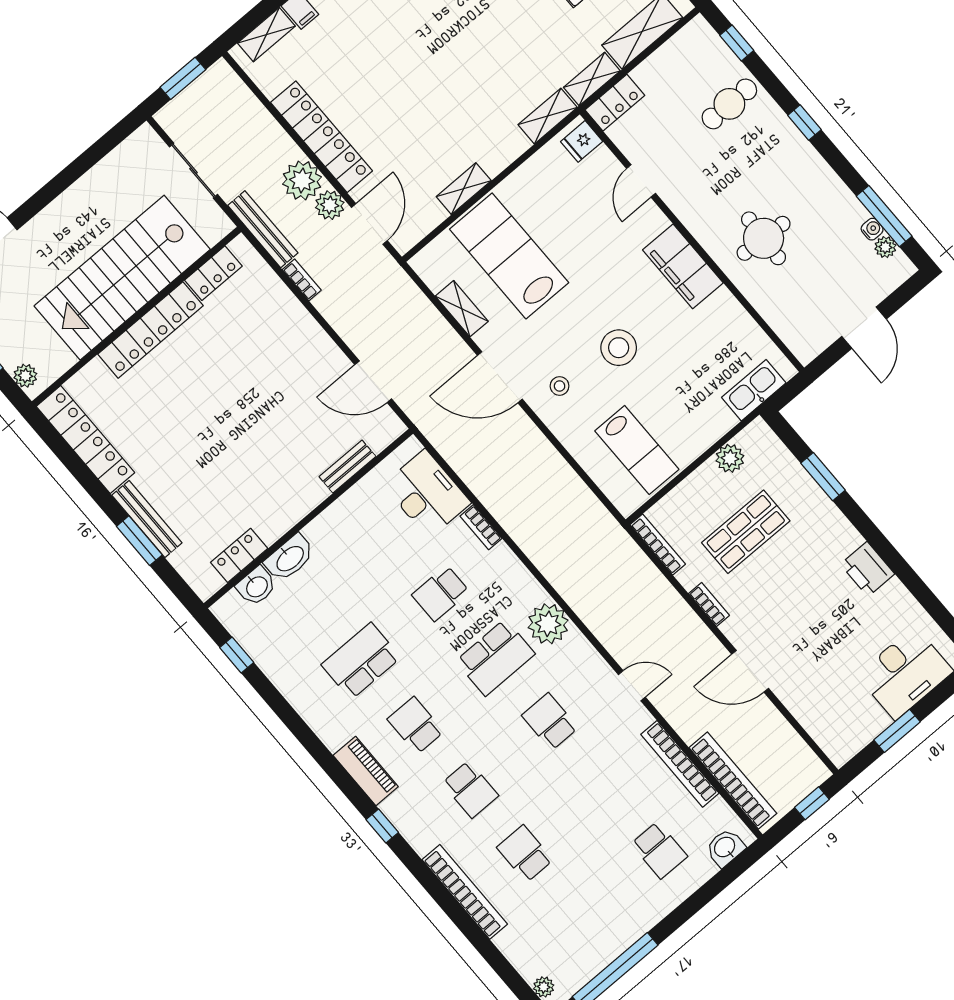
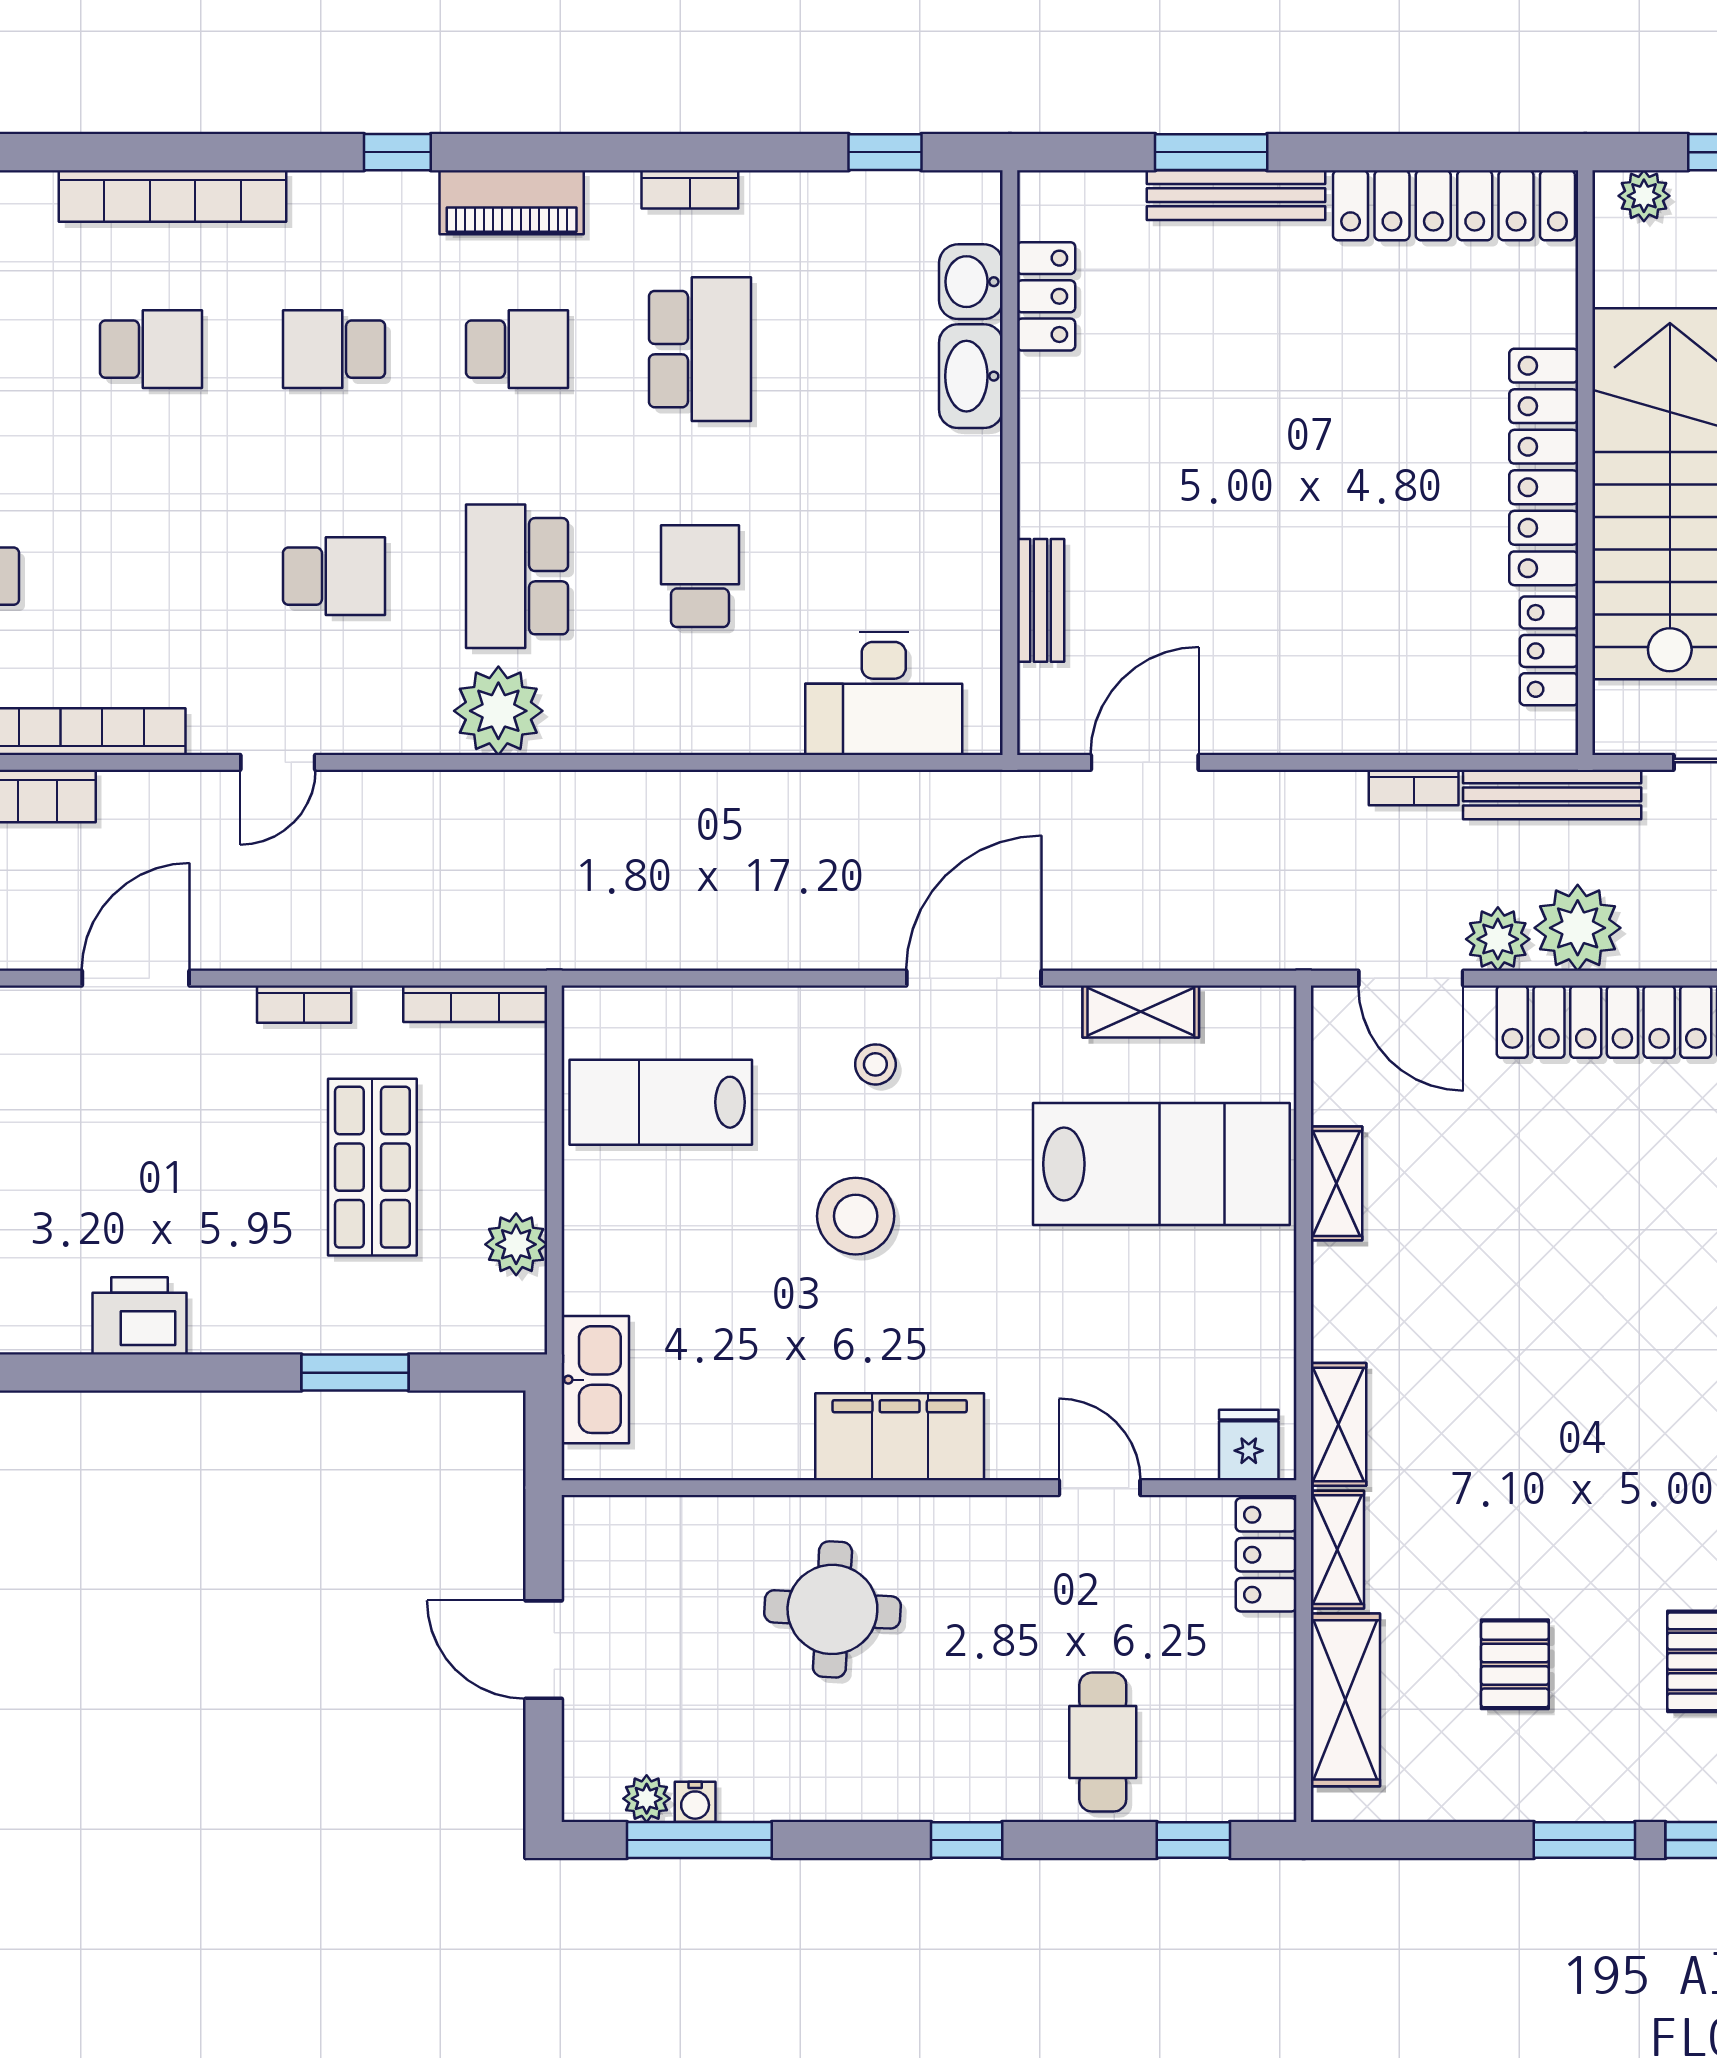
bookcase: (481, 527) -> (690, 189), moved, turned 180

